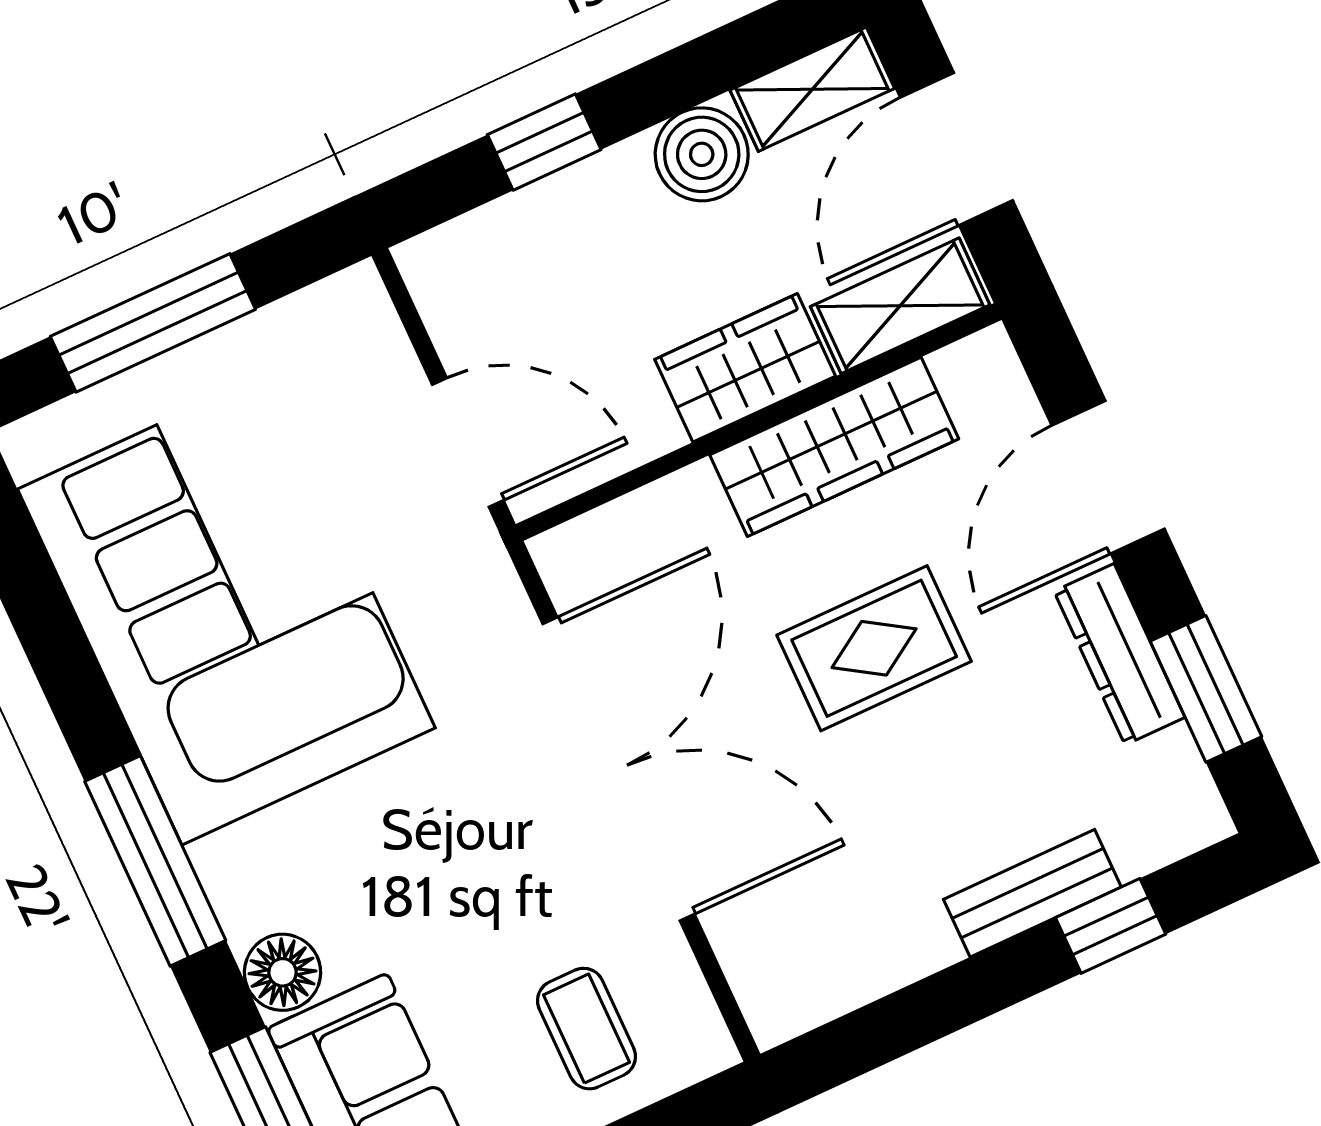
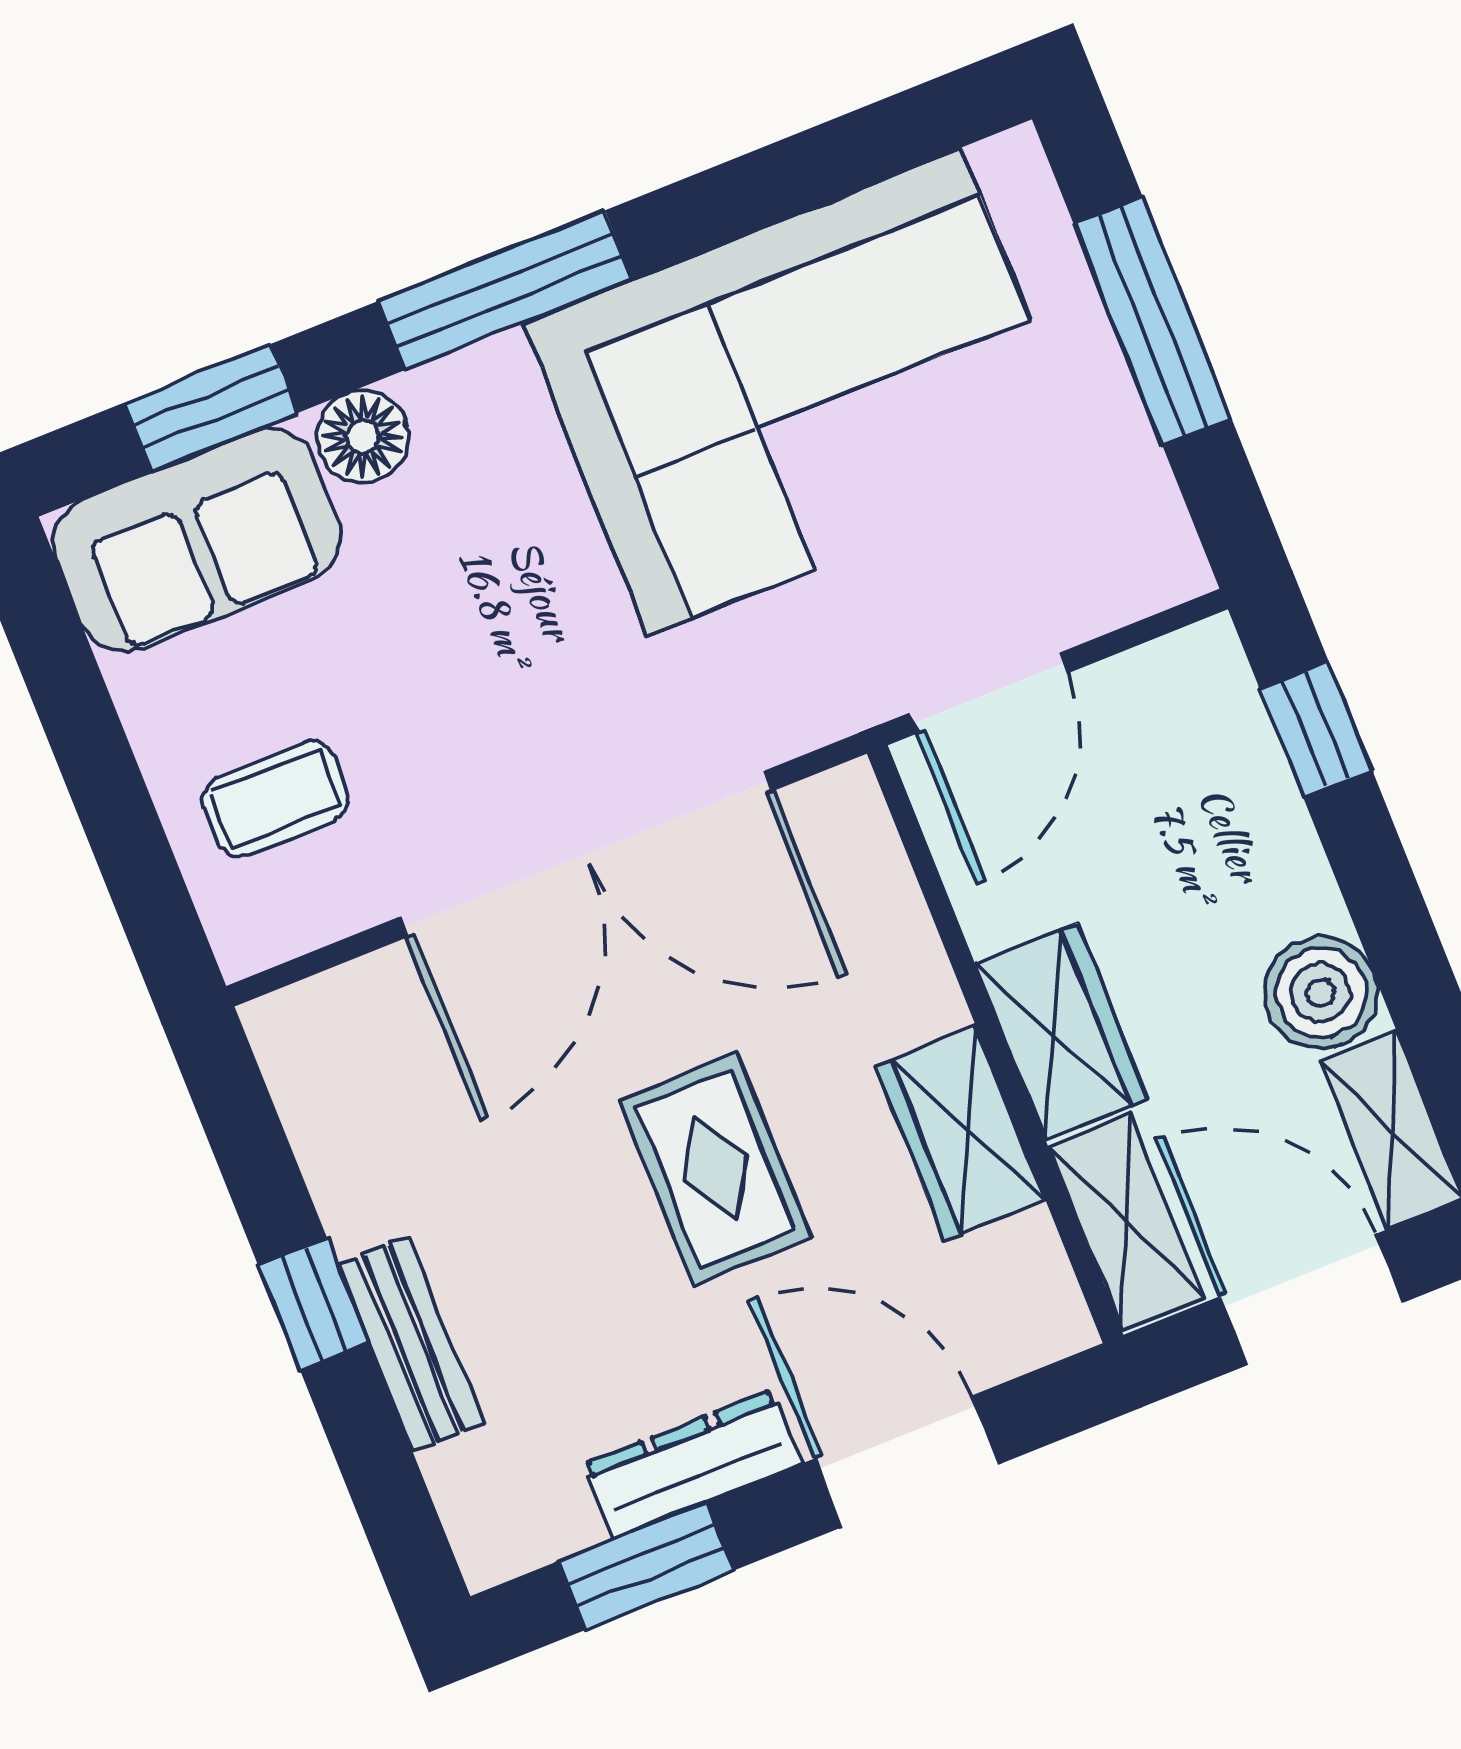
window: (544, 142) -> (1316, 730), moved
wardrobe: (834, 447) -> (960, 1134), width x0.67
window: (1111, 926) -> (314, 1304), moved

